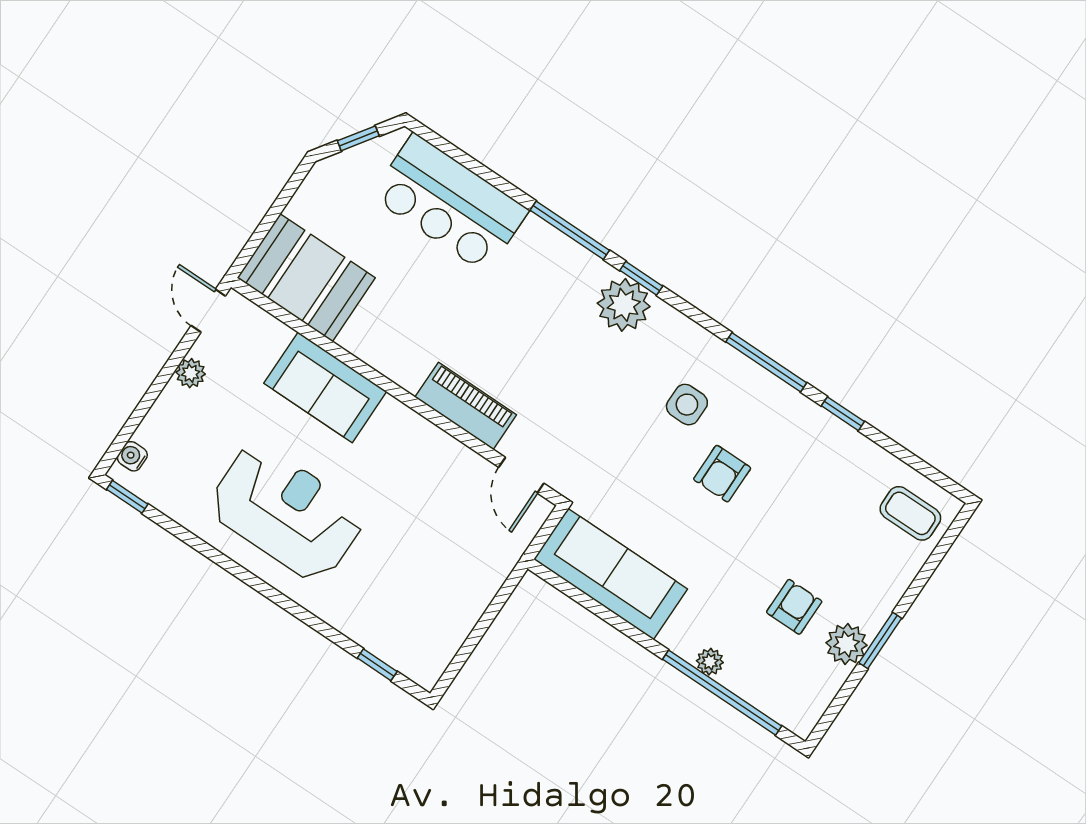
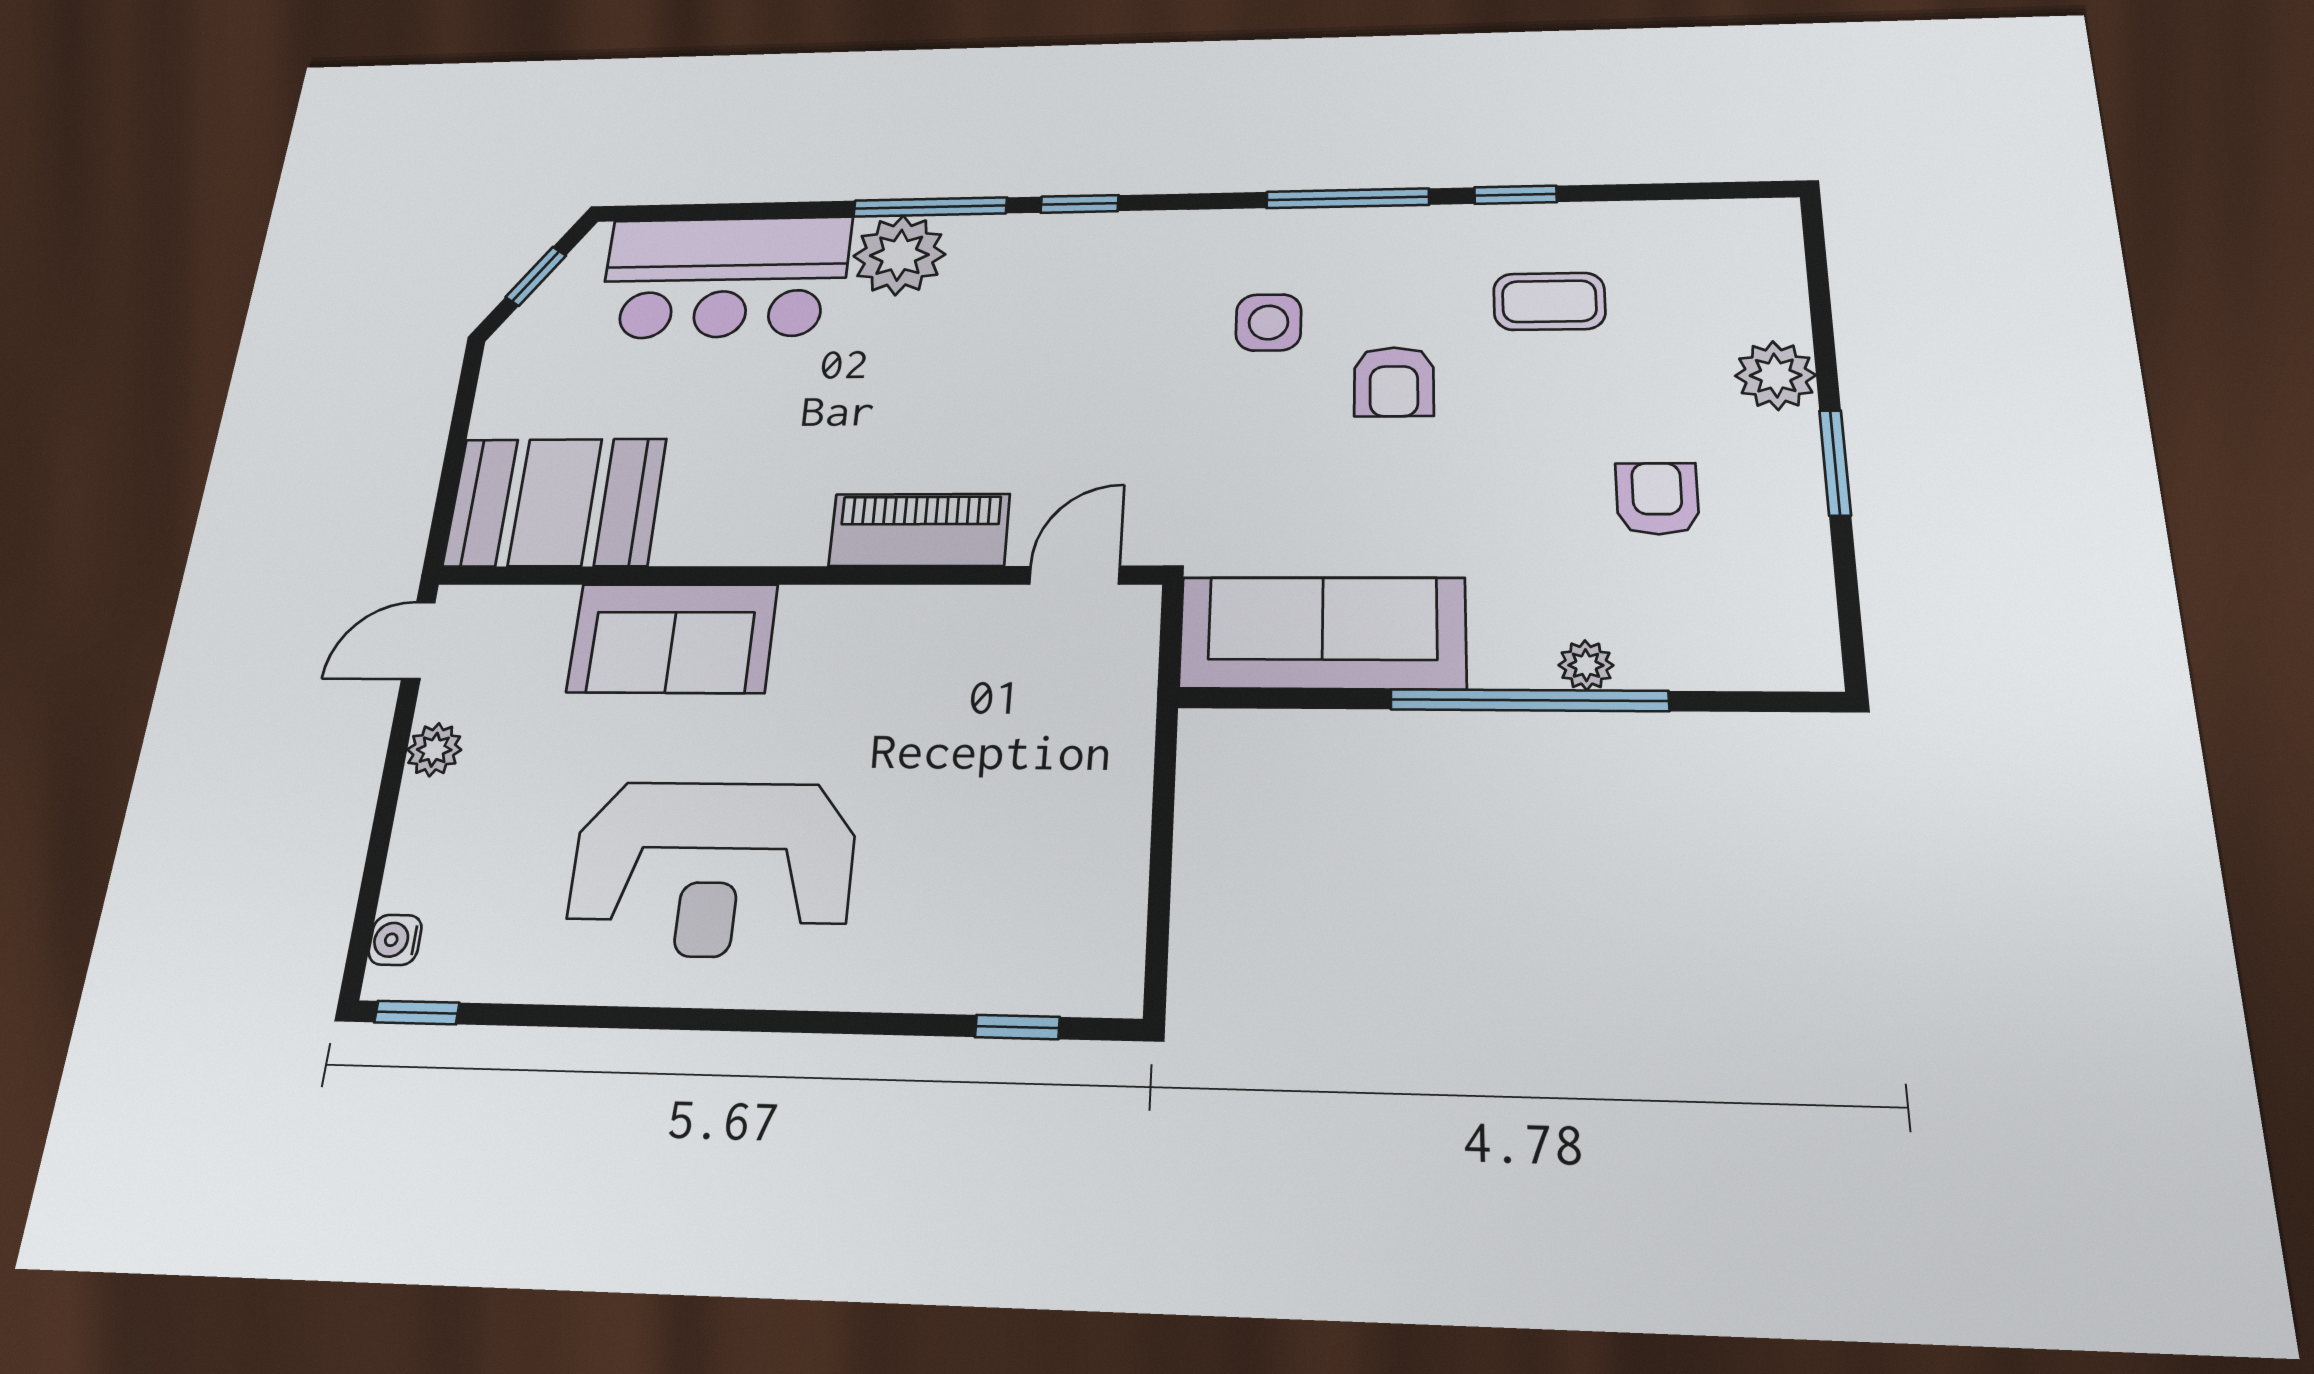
plant: (624, 305) -> (899, 255), moved
door: (208, 311) -> (418, 640), hinge flipped
door: (521, 475) -> (1075, 575), swing flipped
reception desk: (286, 512) -> (712, 869), turned 180
coffee table: (910, 513) -> (1549, 301), moved
plant: (847, 644) -> (1776, 375), moved
window: (722, 693) -> (1529, 700), moved

